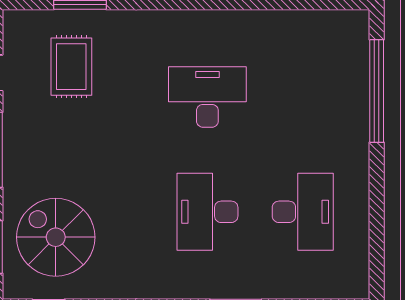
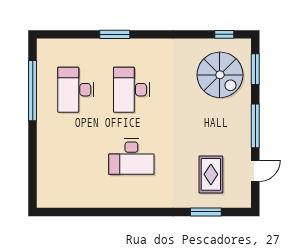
window: (377, 91) -> (33, 91), moved
desk: (207, 212) -> (131, 90), turned 180

